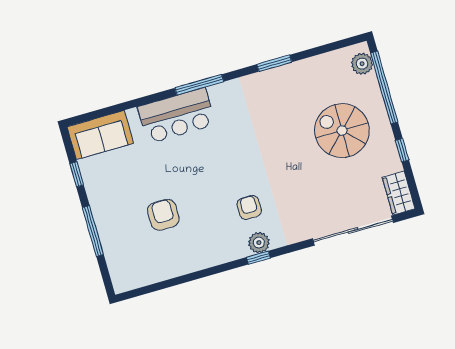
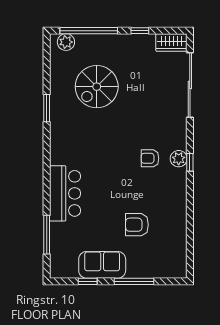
window: (199, 85) -> (47, 235), moved
spiral stairs: (342, 131) -> (97, 87), moved
sofa: (100, 135) -> (102, 265), moved, turned -90

